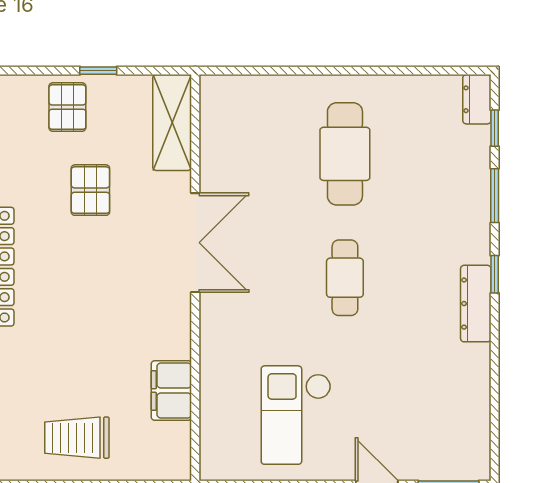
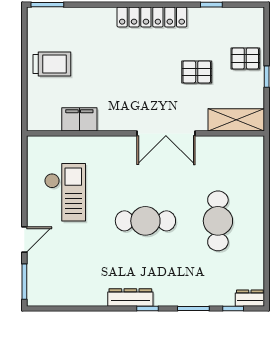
cafe table: (345, 154) -> (218, 221), turned 90
cafe table: (345, 278) -> (145, 221), width x1.37, depth x1.35
checkout: (296, 415) -> (65, 192), turned 90
trolley: (77, 438) -> (52, 64), turned 90

